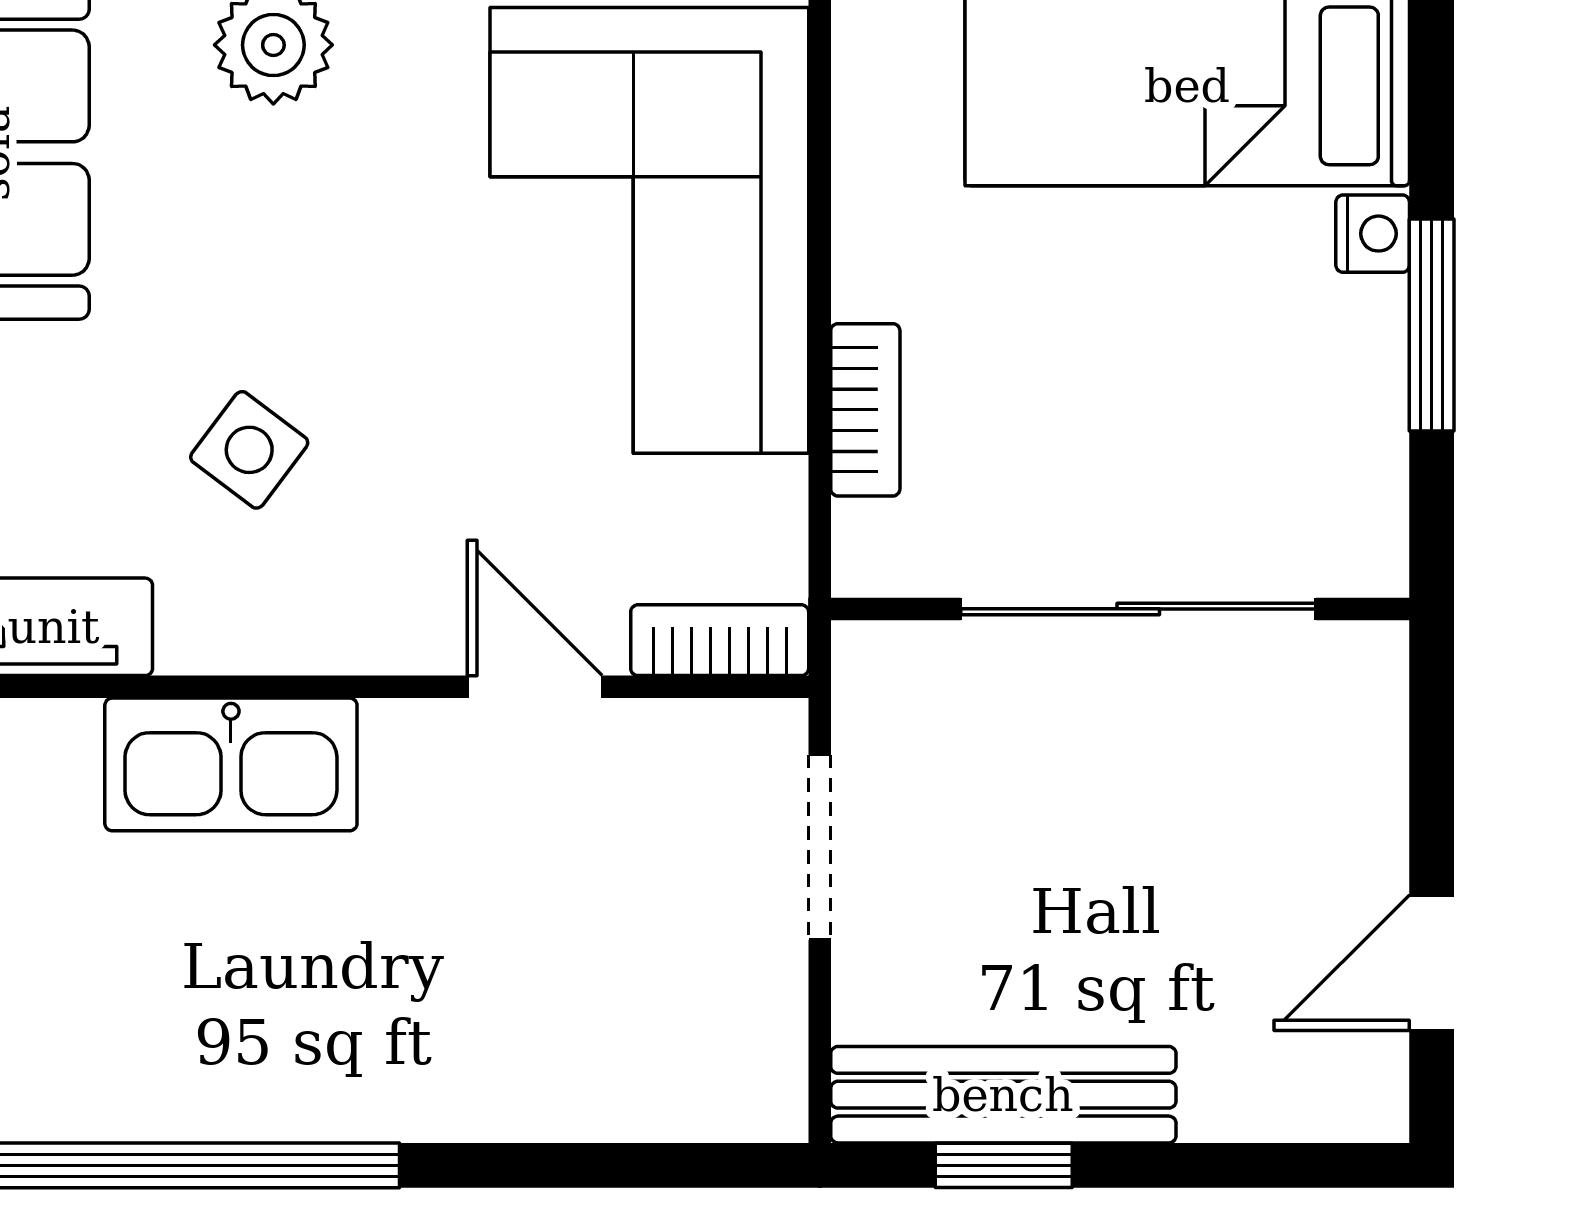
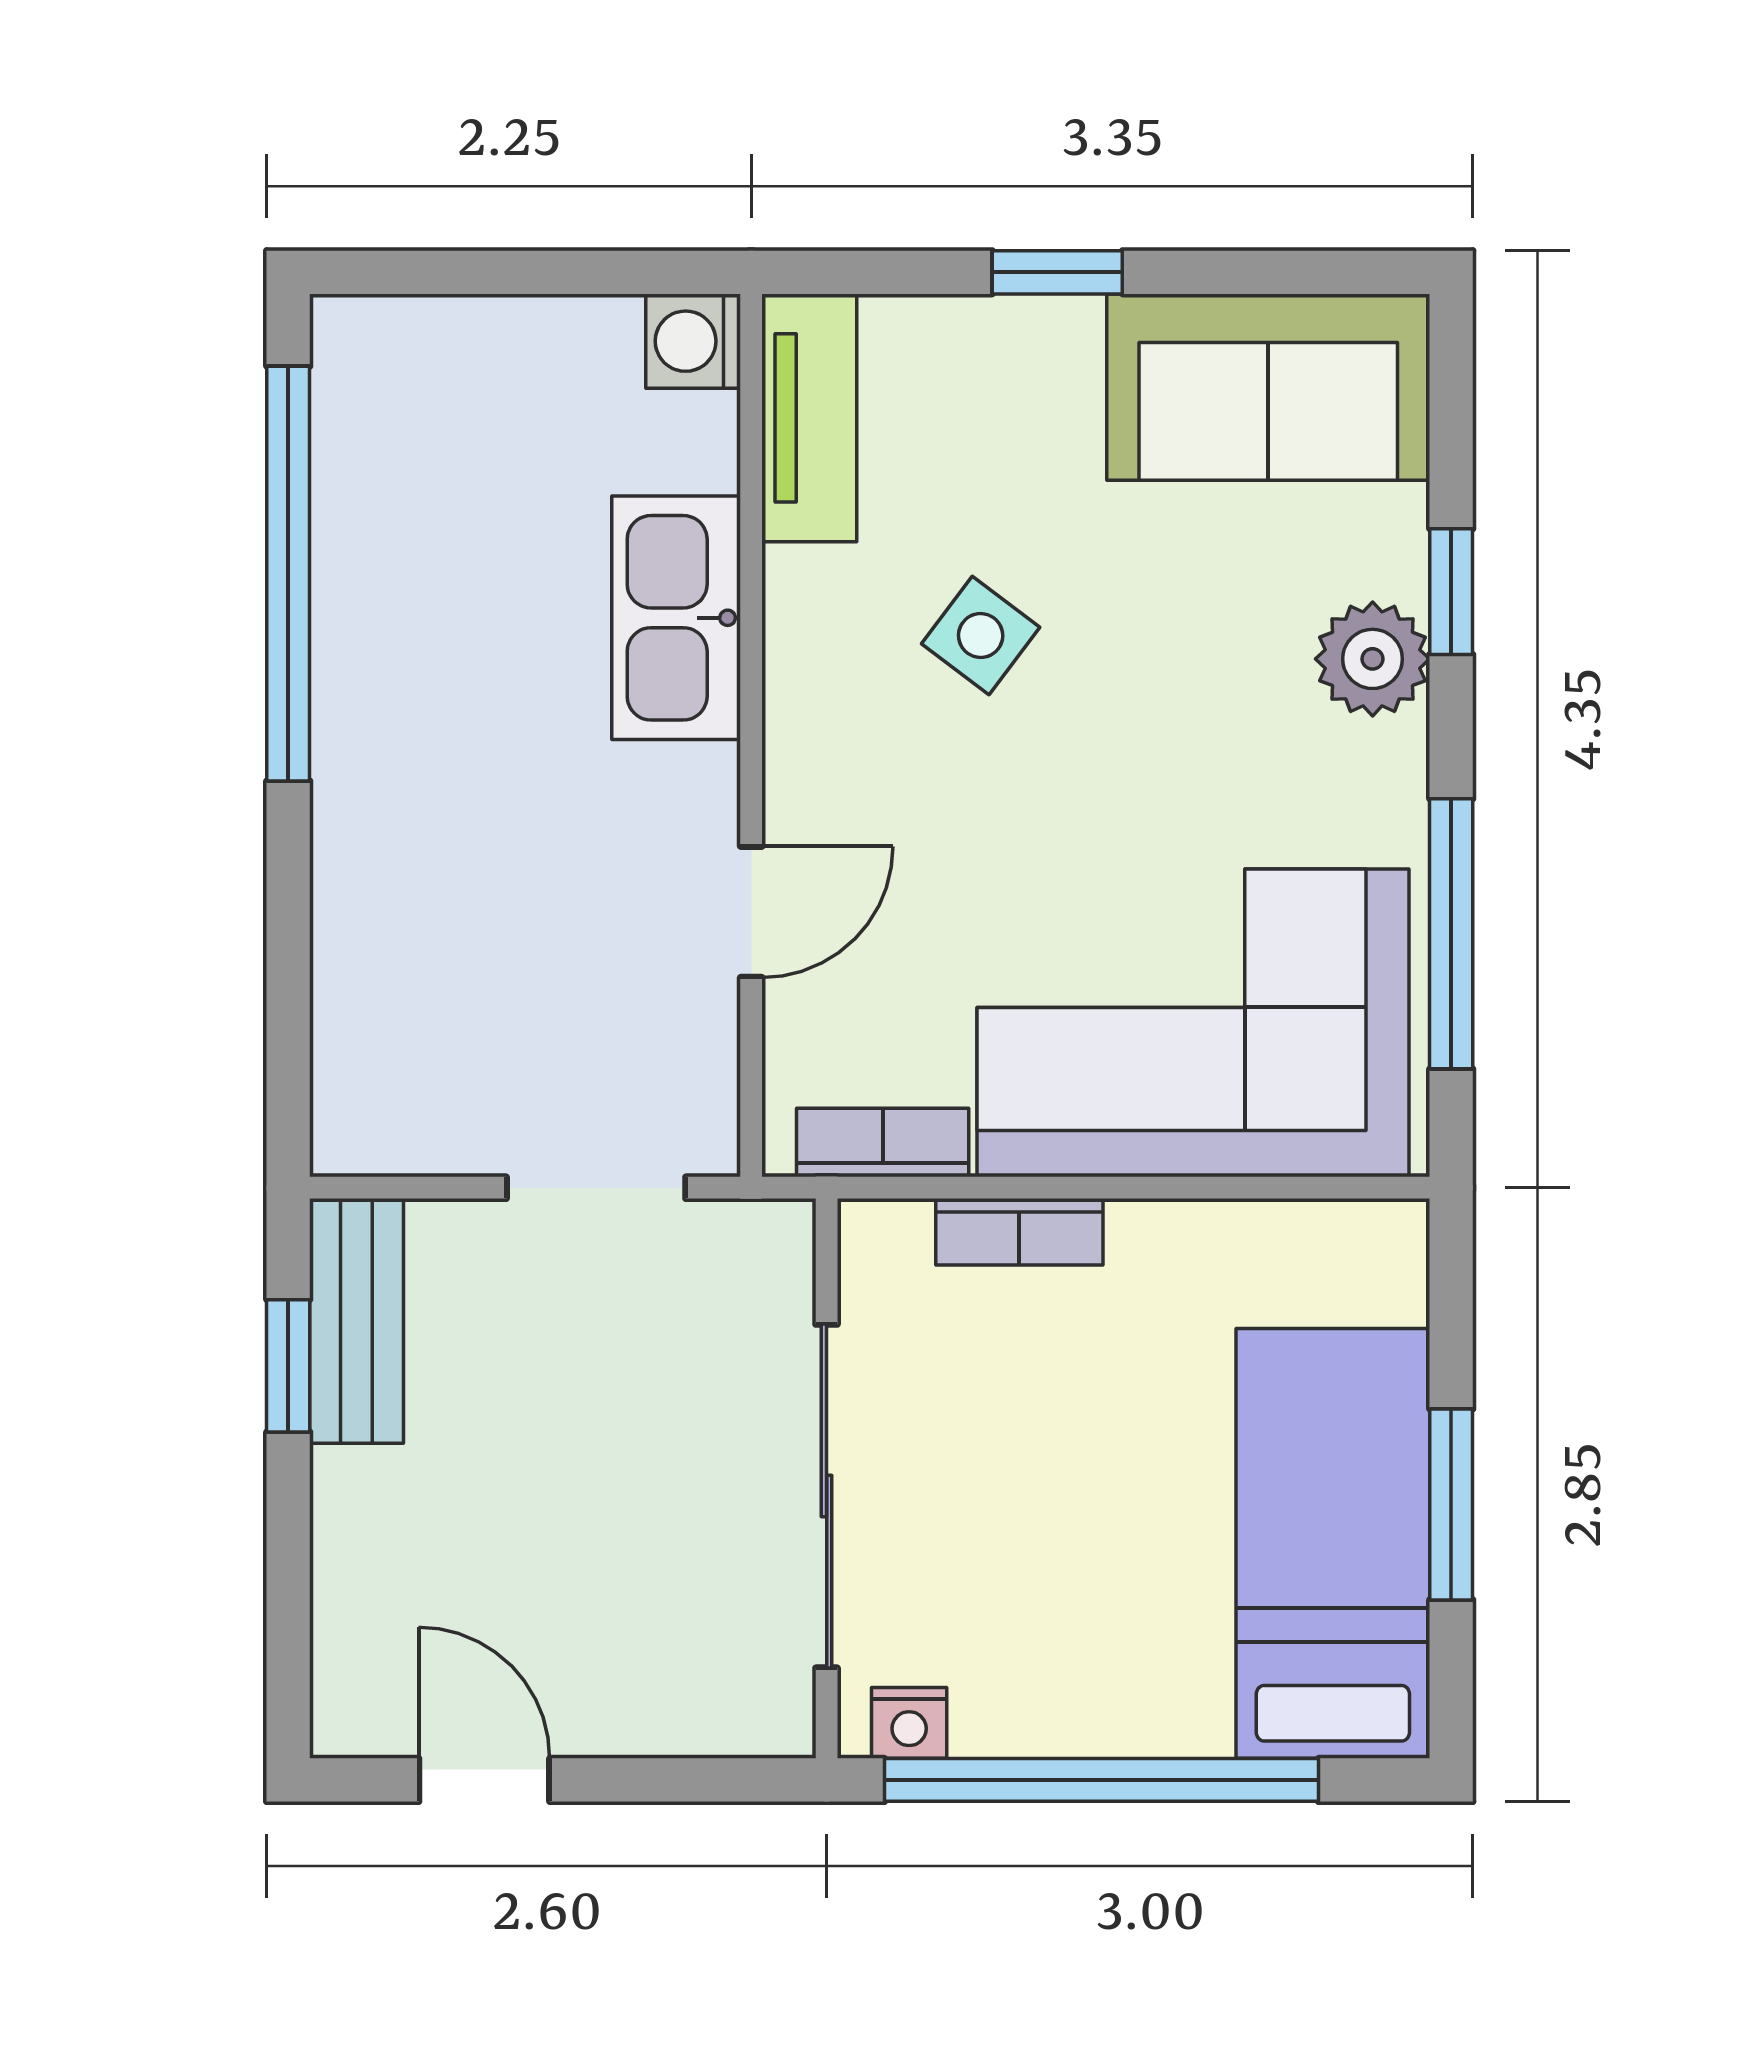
nightstand: (1373, 234) -> (909, 1723), moved
window: (1432, 325) -> (1101, 1780), width x2.11
bookcase: (720, 640) -> (883, 1142), moved, turned -90
bench: (1003, 1095) -> (356, 1321), width x0.73

